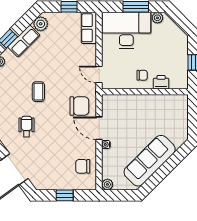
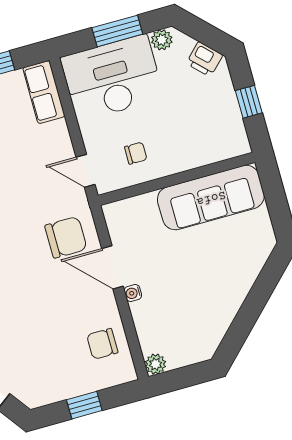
chair: (142, 75) -> (136, 153), moved
printer: (161, 82) -> (204, 59), moved, turned -135
sofa: (150, 161) -> (211, 198), moved, turned -135

